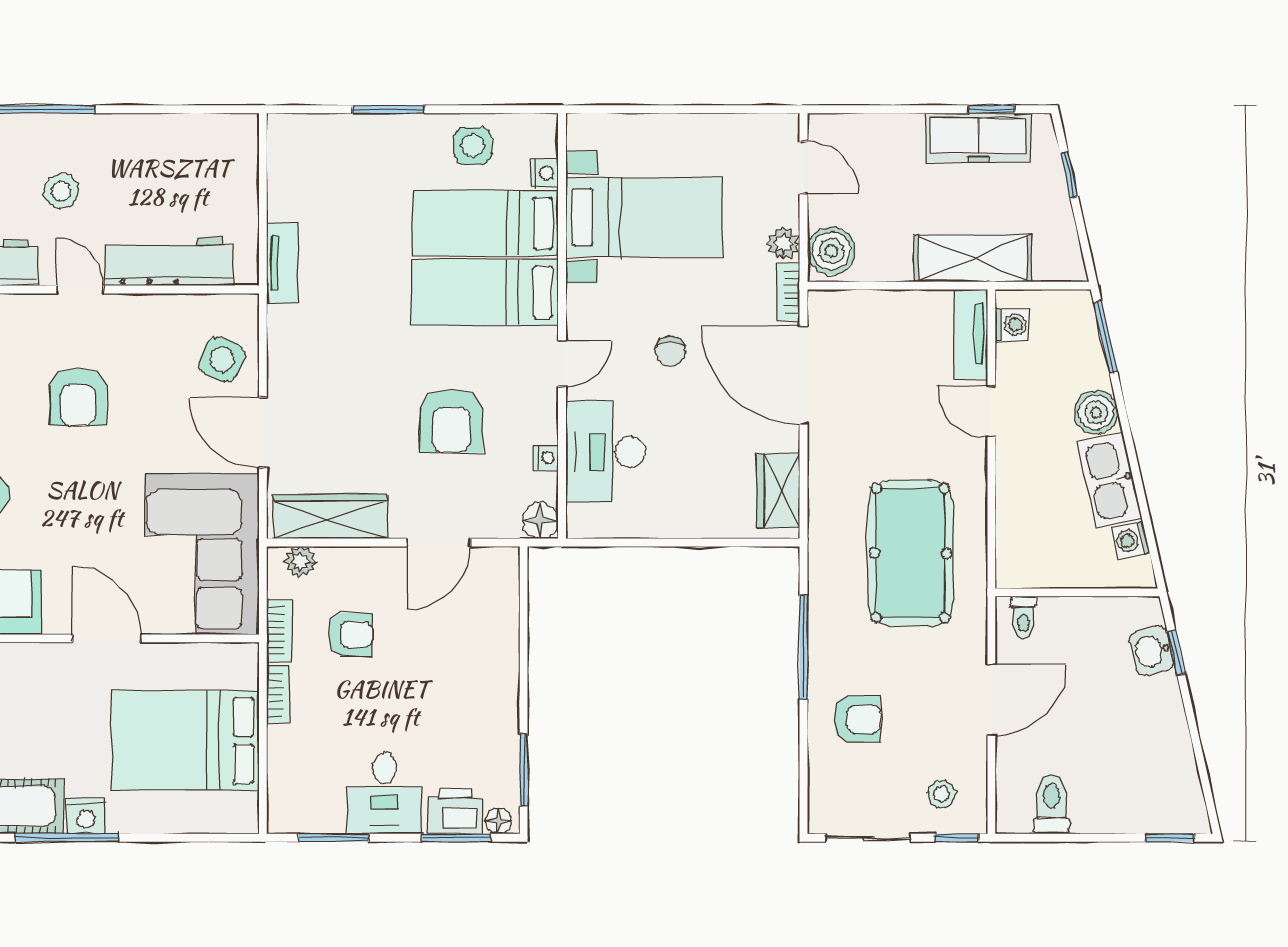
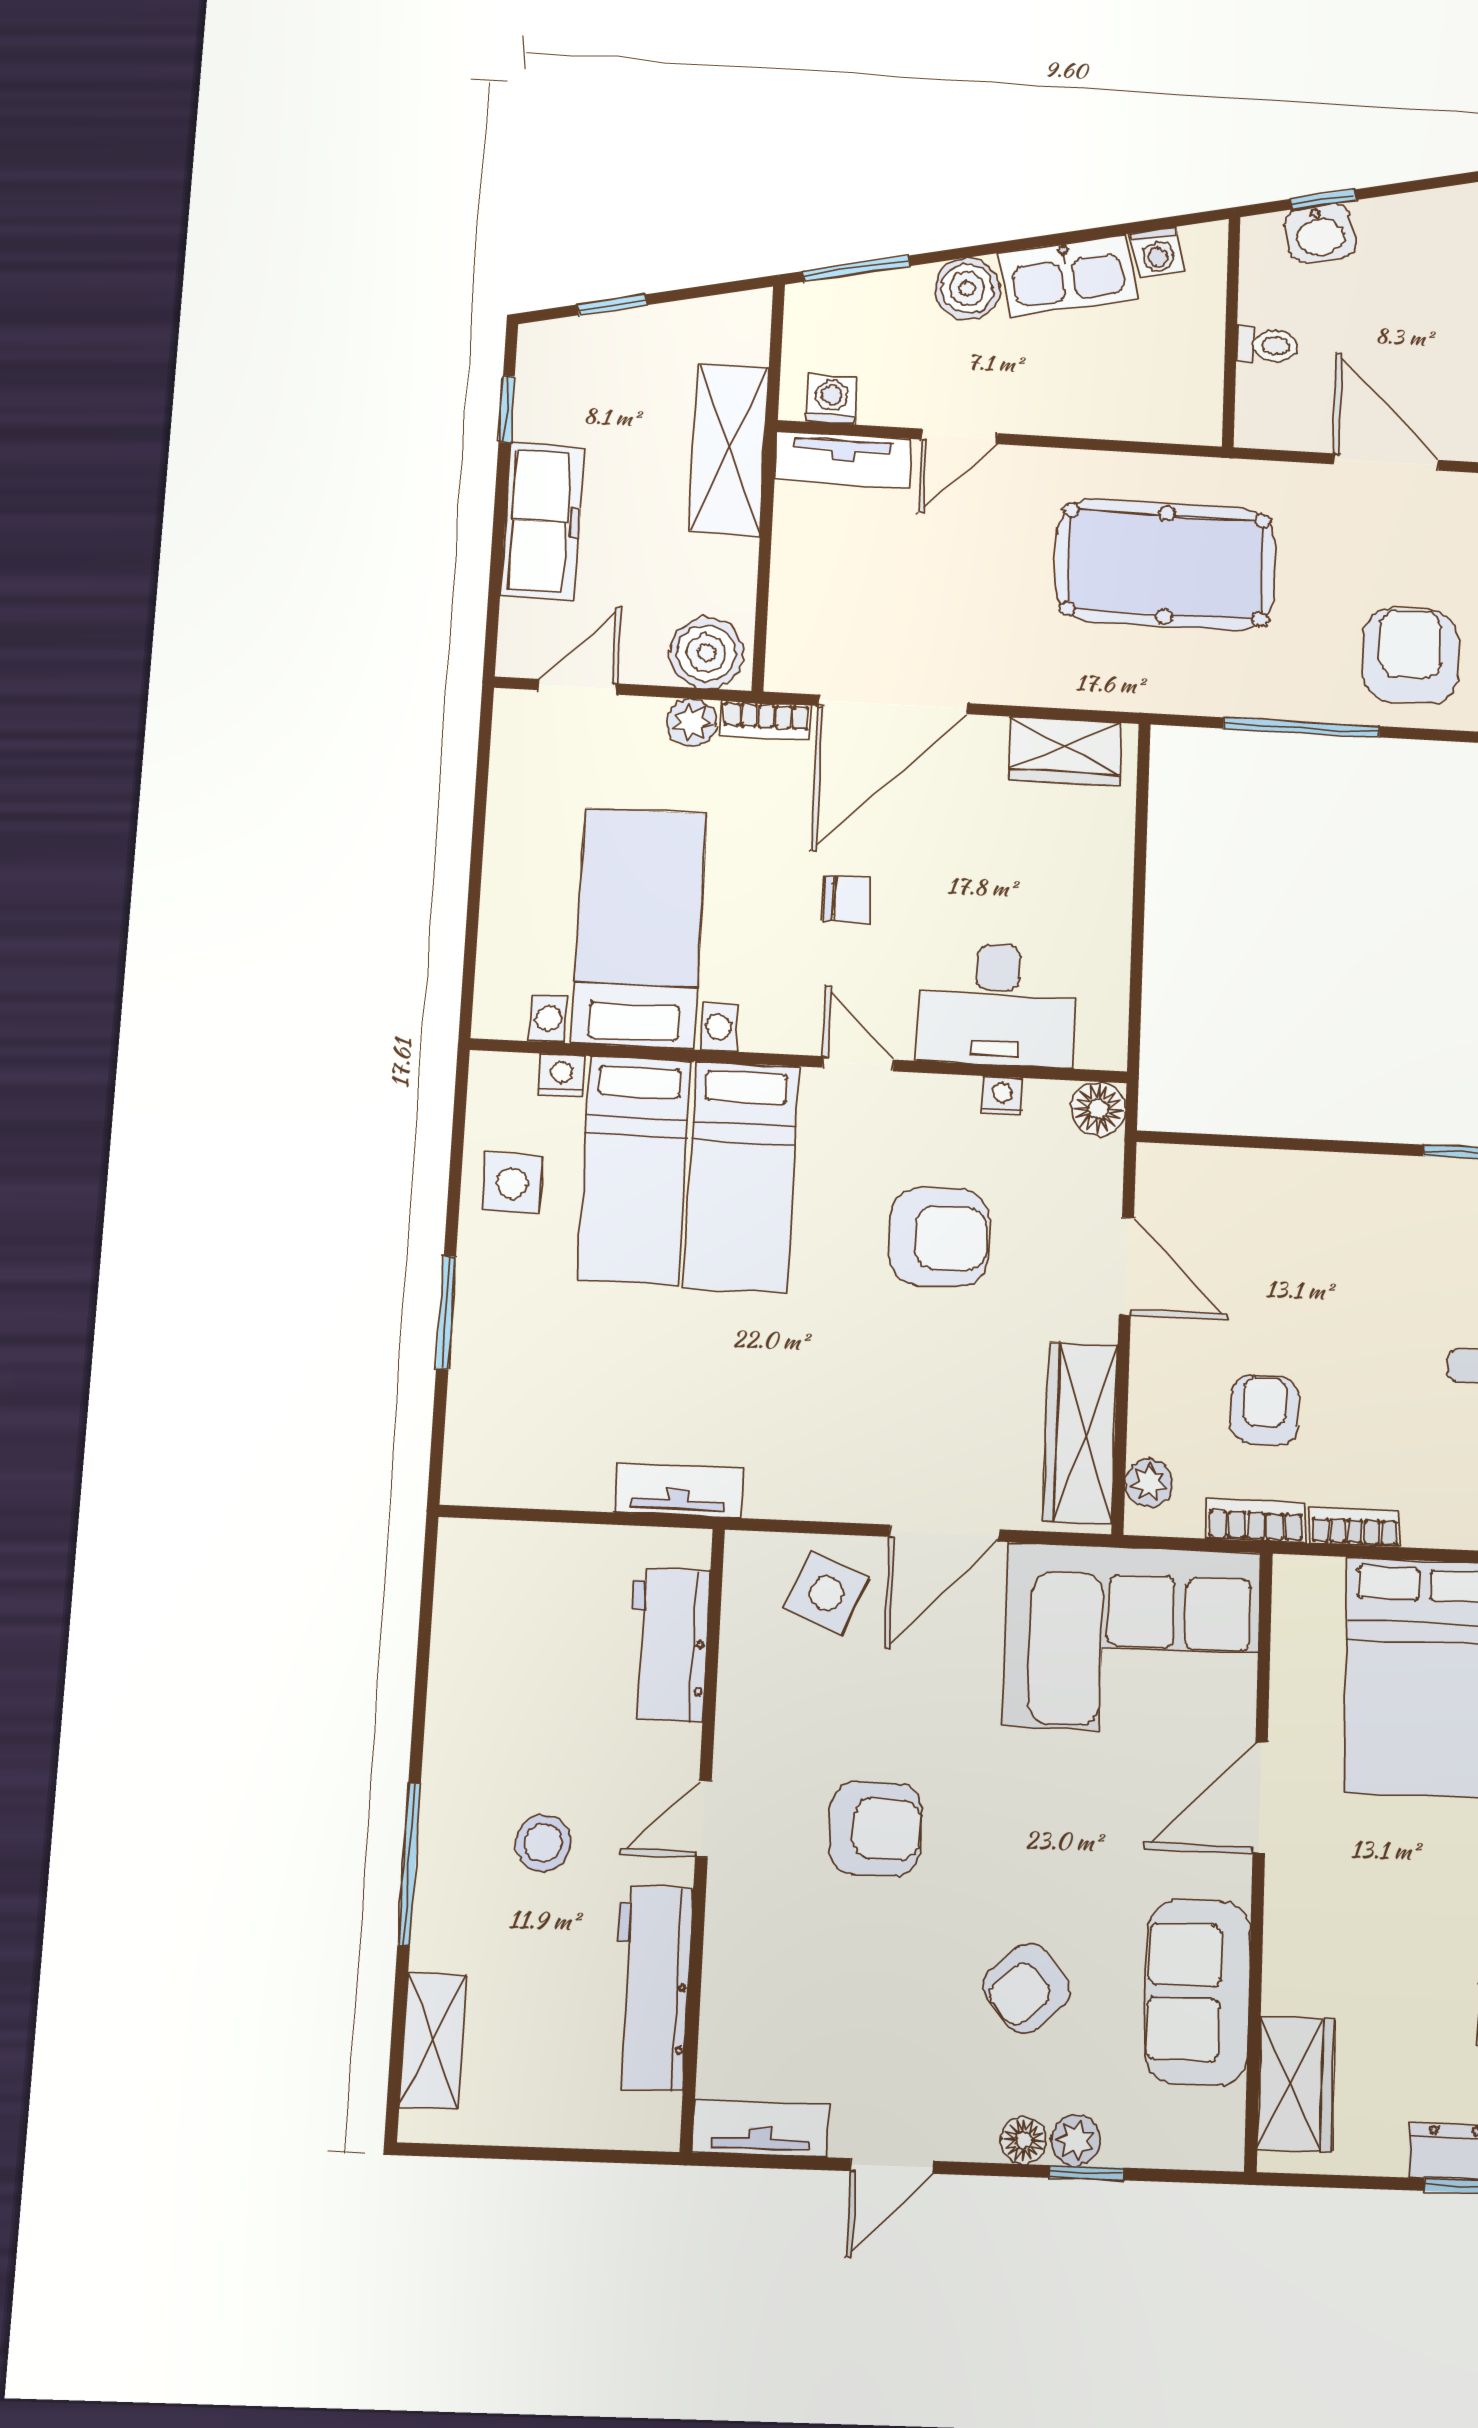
freezer: (978, 138) -> (542, 521), moved
workbench: (169, 261) -> (668, 1644), width x0.73
toilet: (1024, 617) -> (1267, 345), moved
armchair: (857, 719) -> (1410, 656), width x1.38, depth x1.38

